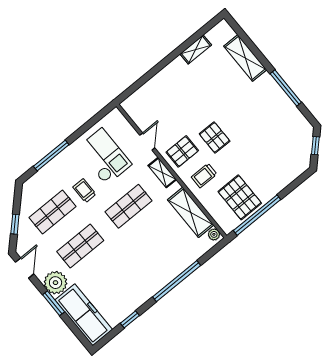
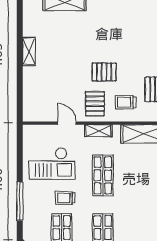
shelving: (196, 50) -> (29, 51), moved
checkout: (104, 157) -> (52, 164), turned 180
trolley: (204, 176) -> (126, 102), turned 90

